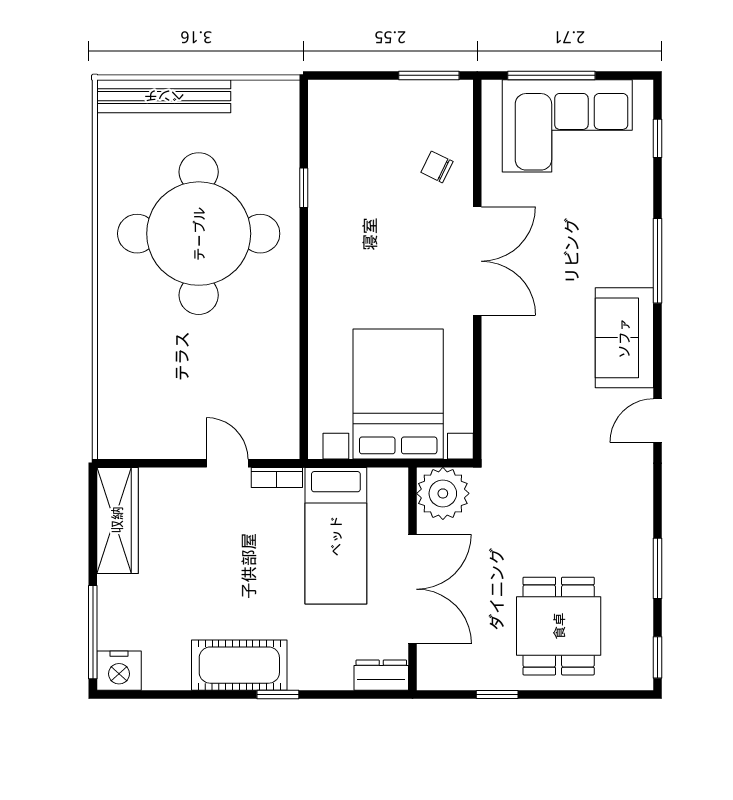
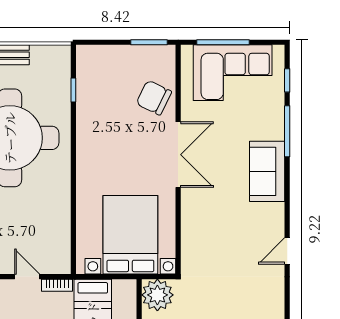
chair: (437, 167) -> (154, 98), width x1.87, depth x1.87
window: (304, 188) -> (73, 90), moved
window: (657, 261) -> (287, 131), moved
sofa: (624, 338) -> (267, 171), moved

